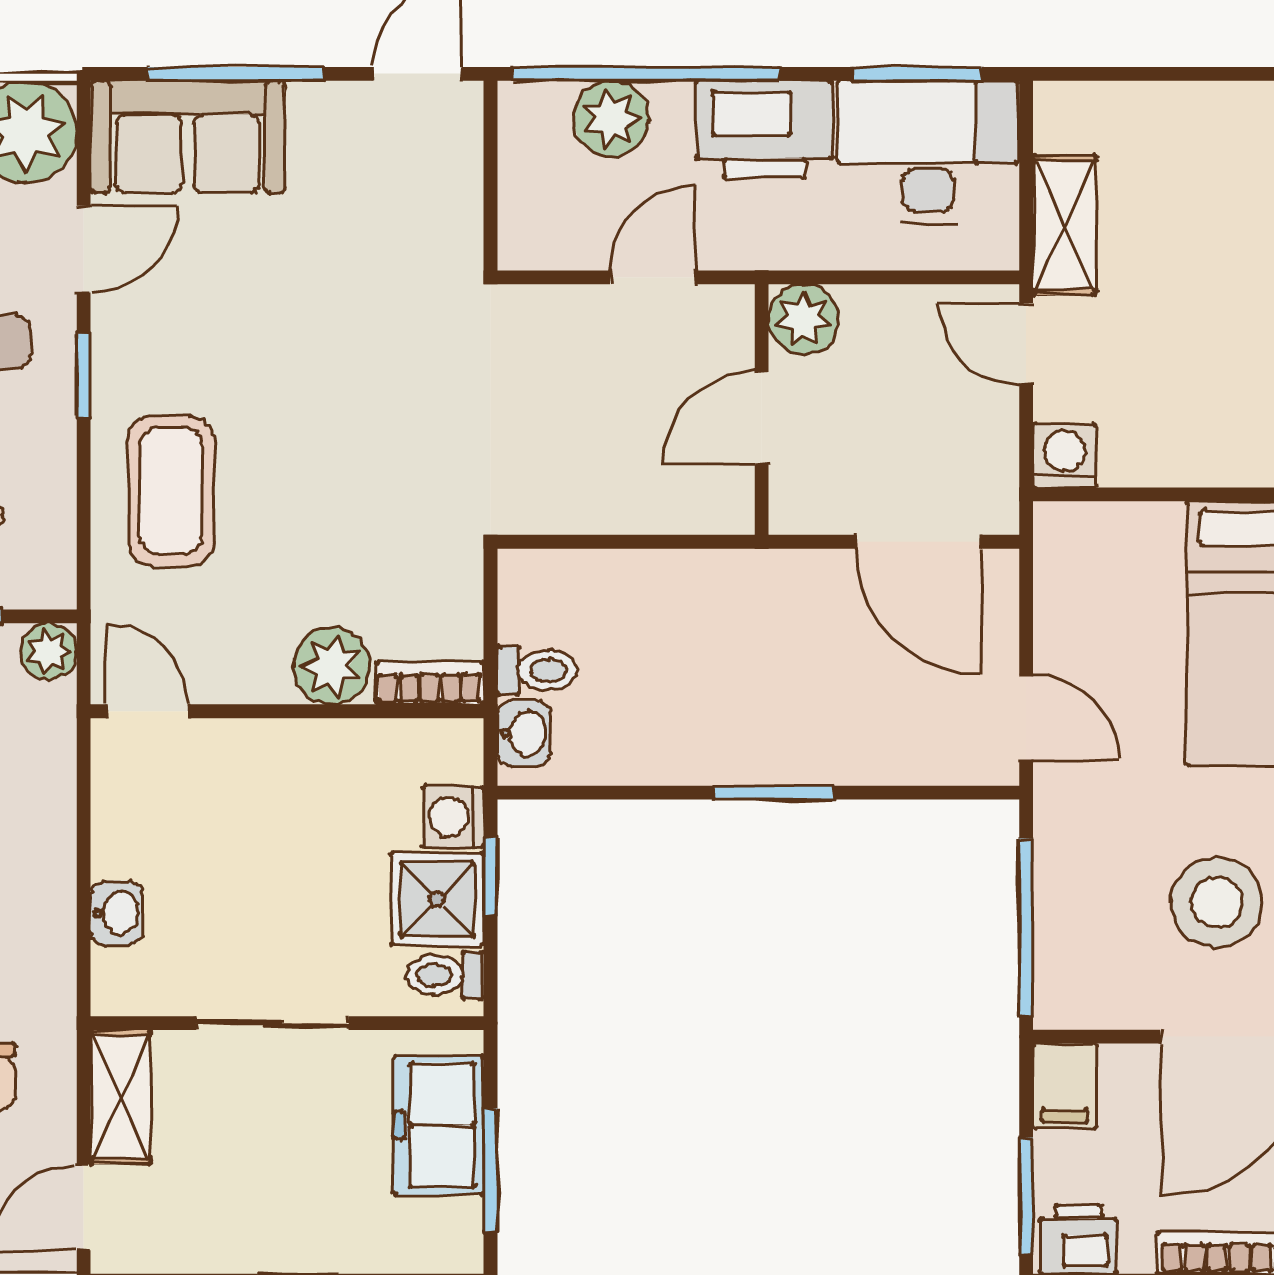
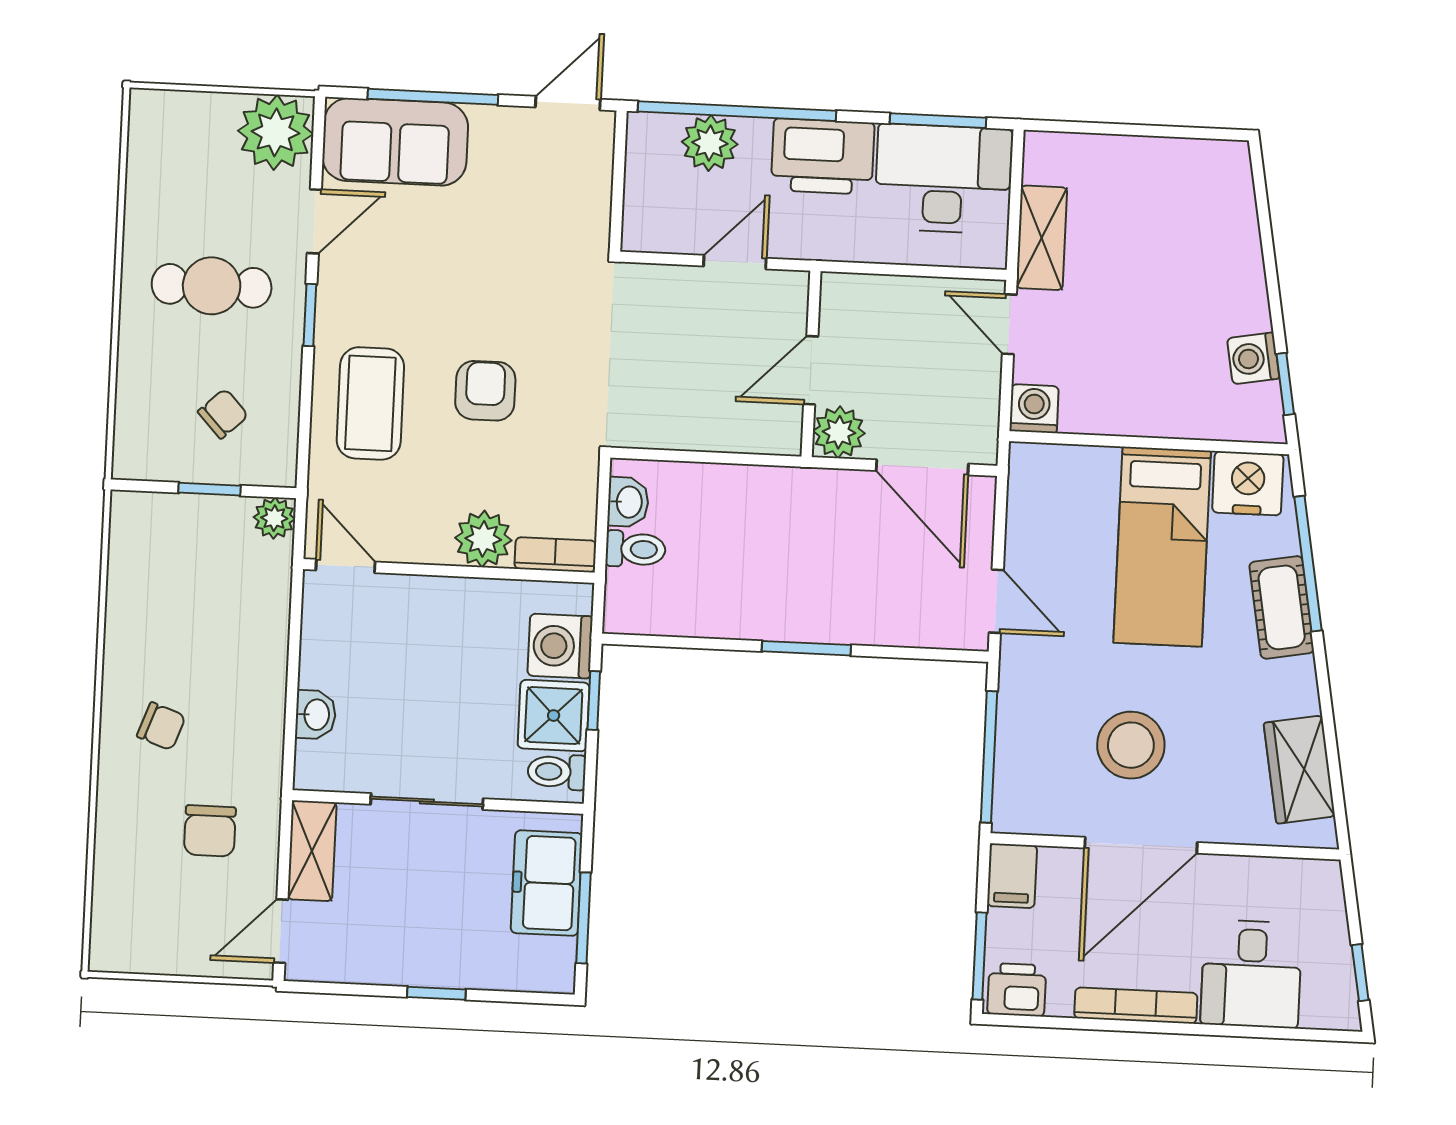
plant: (804, 319) -> (839, 432), moved
armchair: (325, 466) -> (485, 391), added
washbasin: (524, 733) -> (628, 502), moved
washing machine: (453, 817) -> (560, 646), width x1.38, depth x1.38

